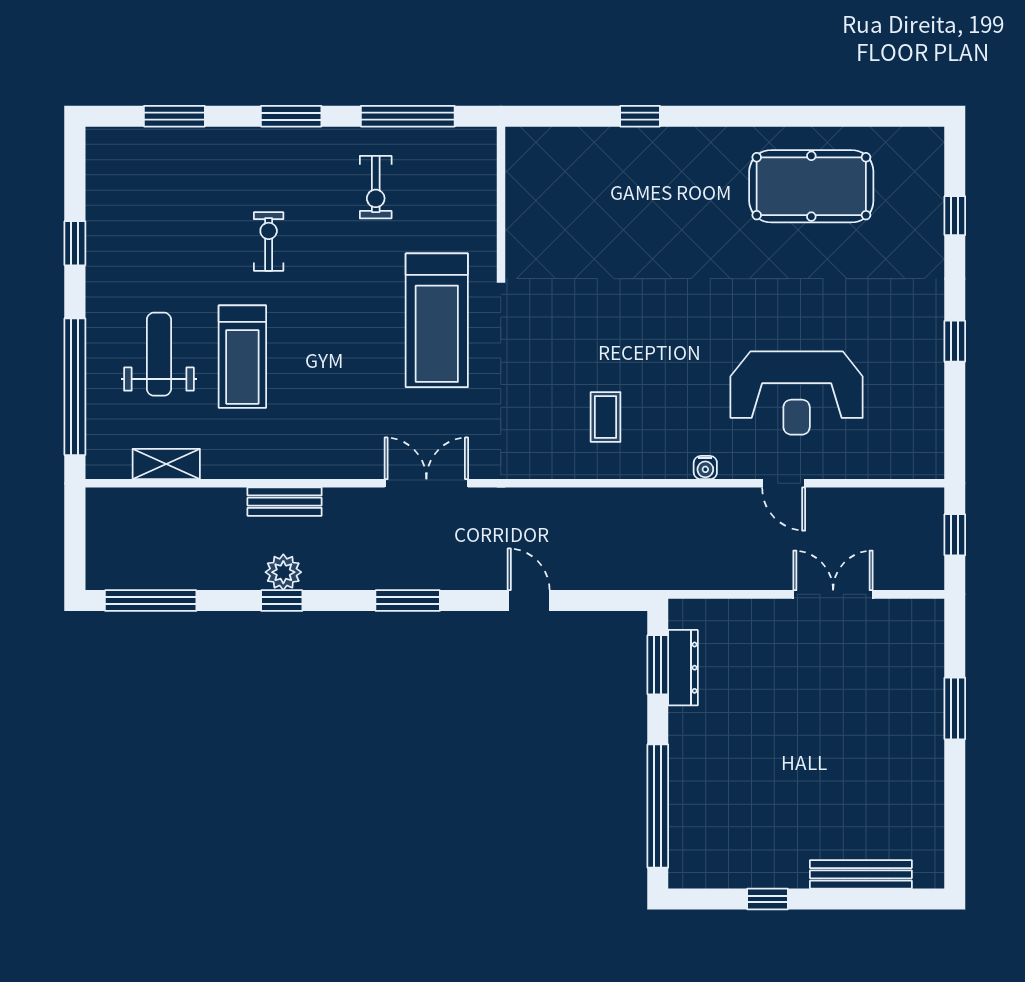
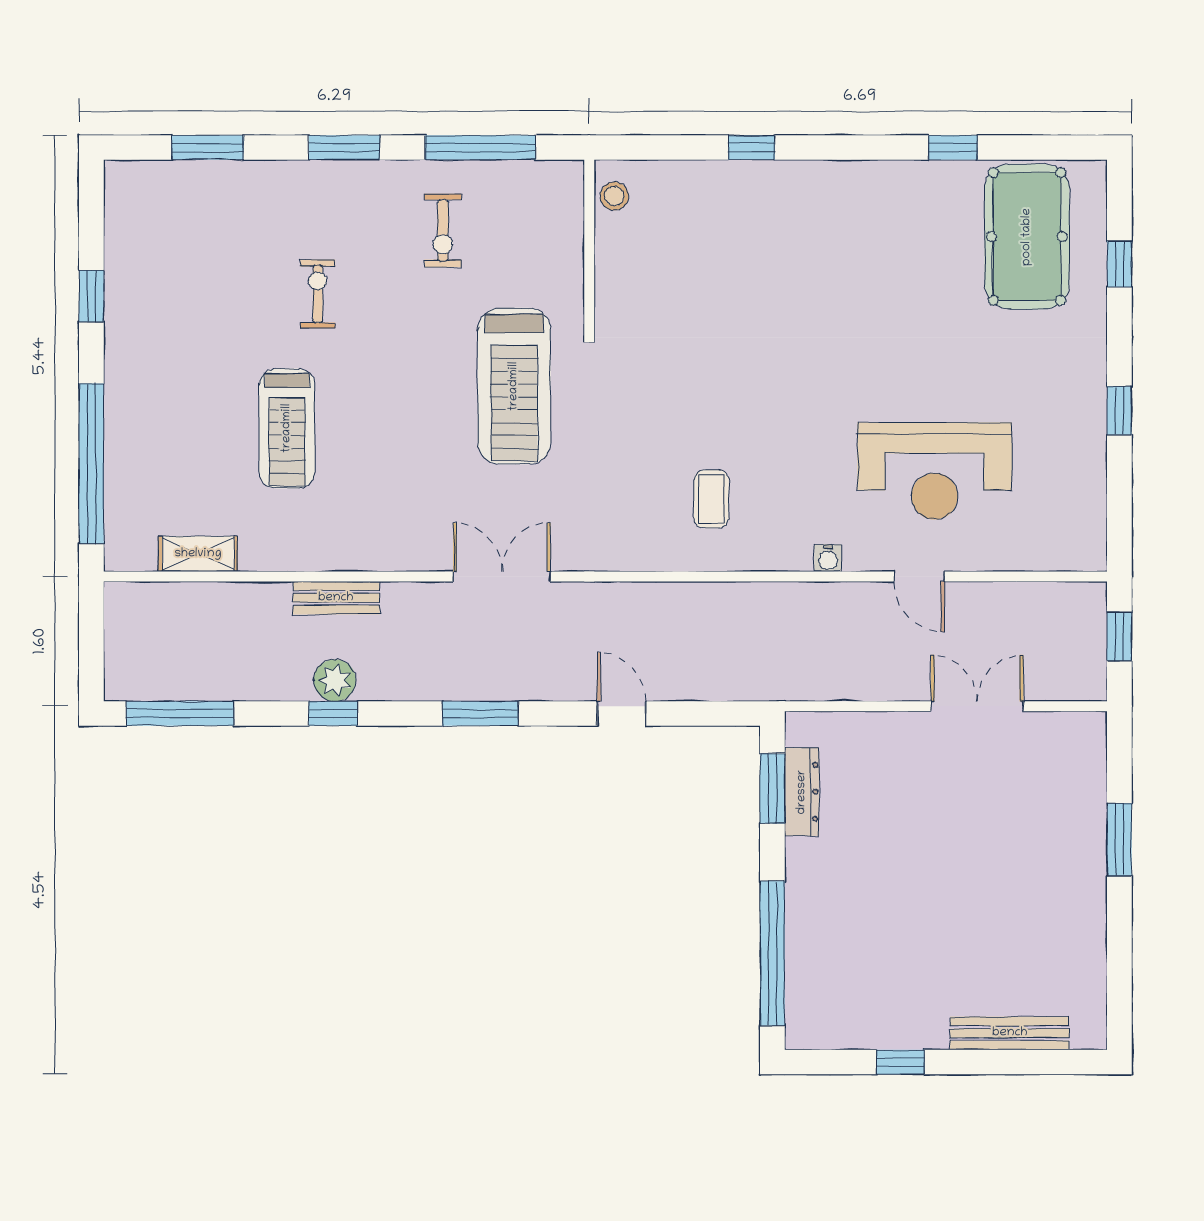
window: (812, 116) -> (953, 148), added
stool: (523, 158) -> (614, 196), added
pool table: (811, 186) -> (1027, 237), moved, turned 90
weight bench: (159, 354) -> (190, 426), removed

